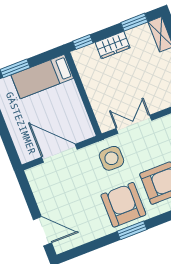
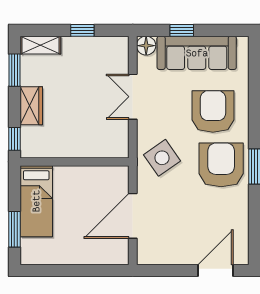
double door: (134, 124) -> (133, 97), moved
side table: (111, 158) -> (162, 158), turned -35
armchair: (123, 205) -> (221, 165), turned 90

